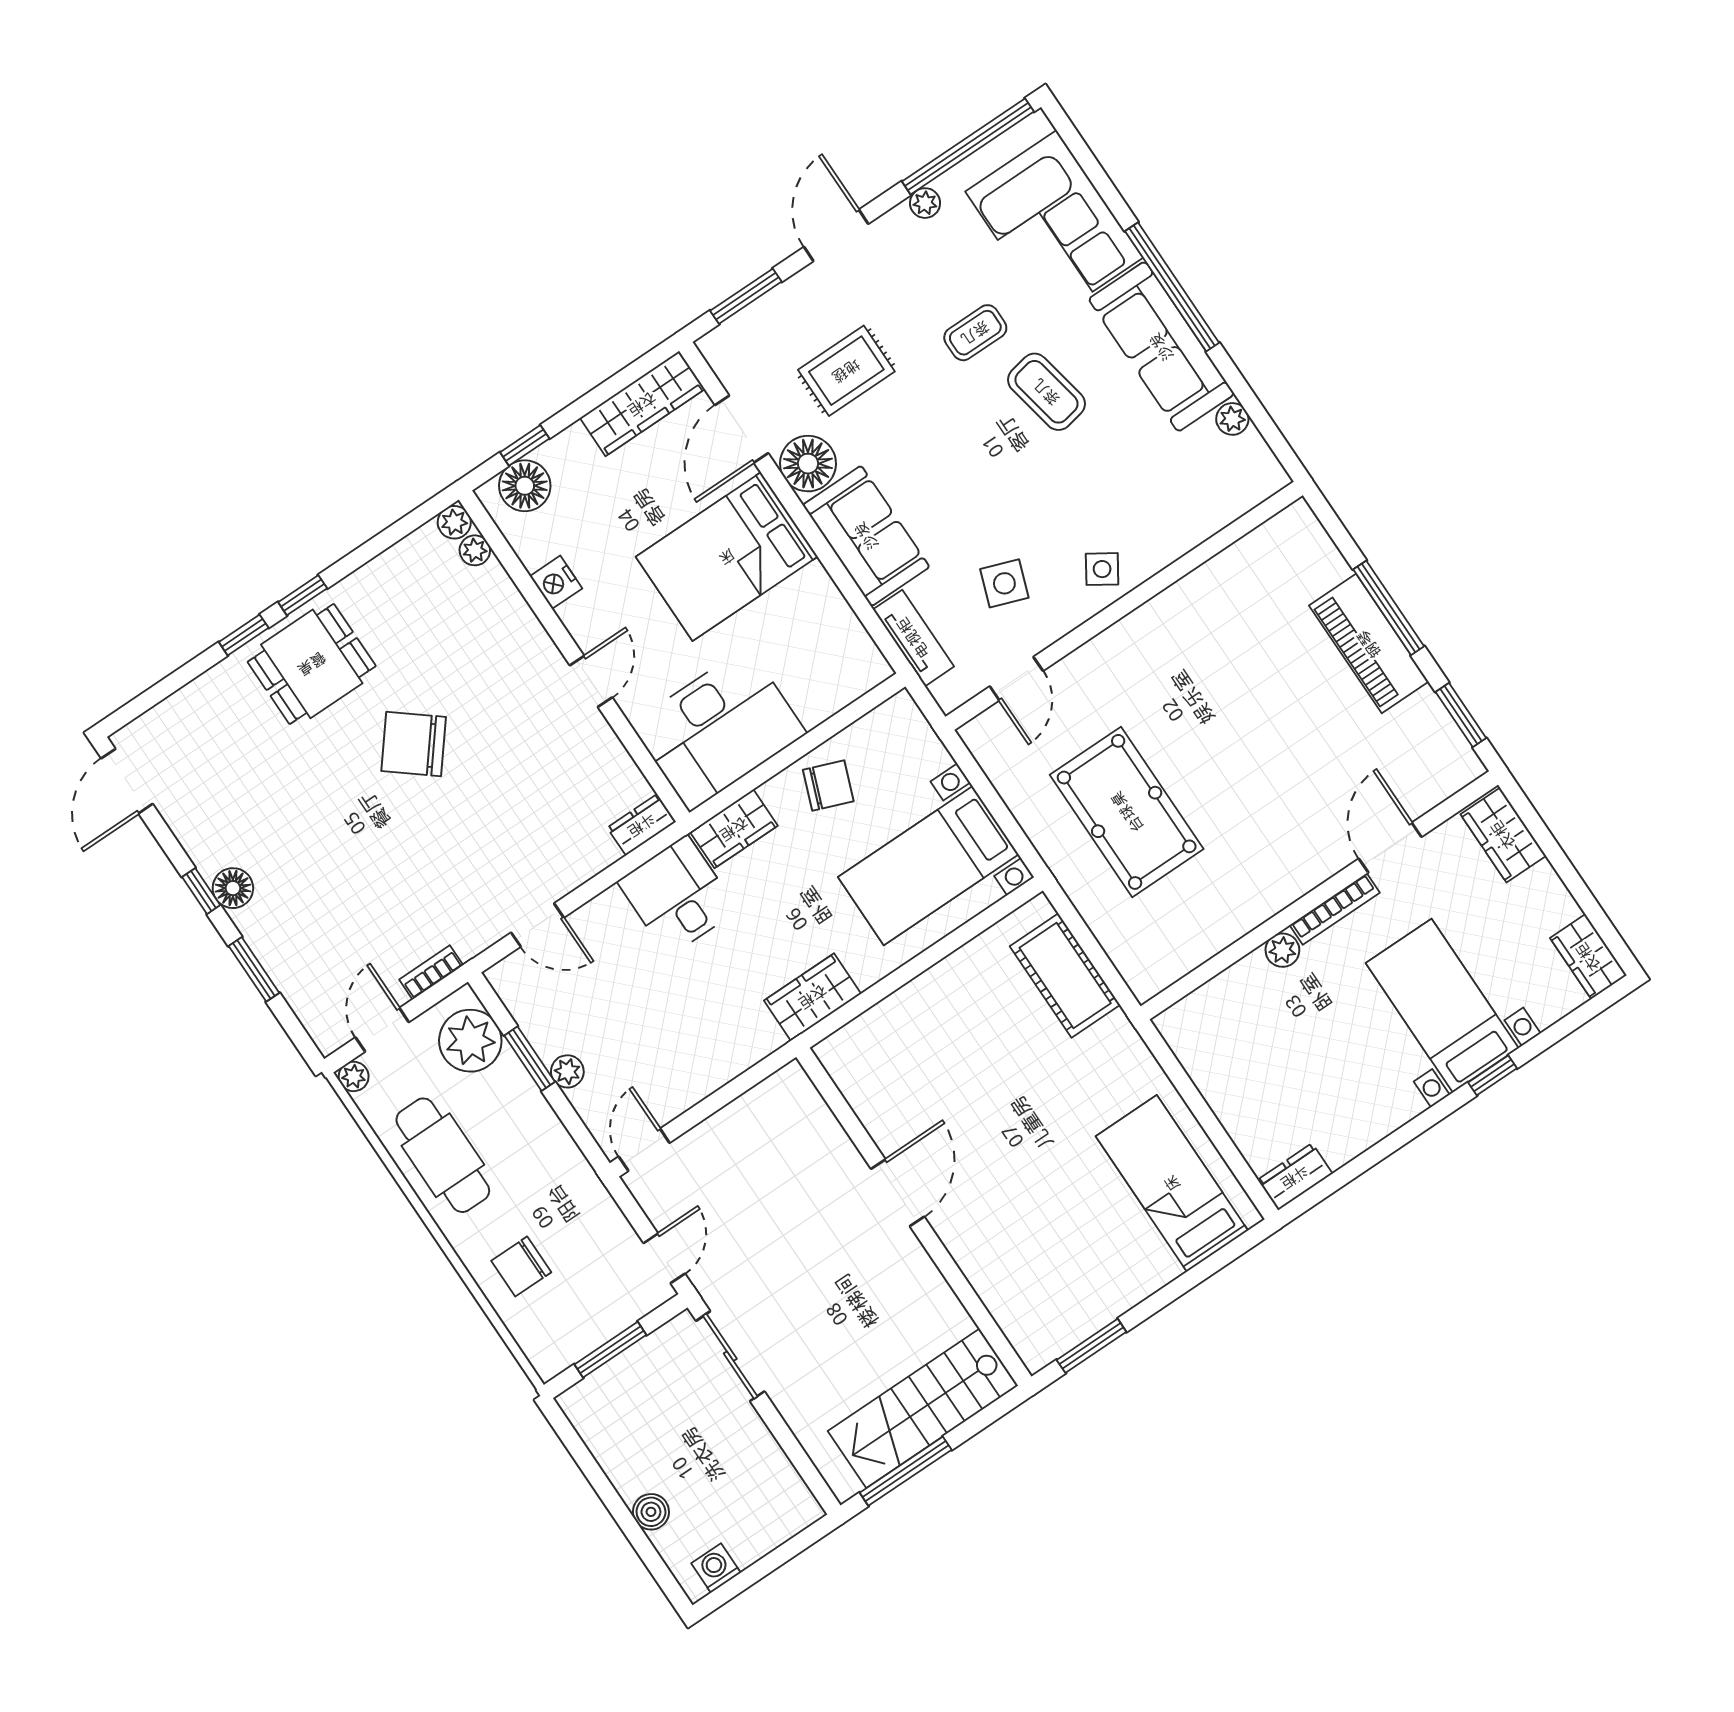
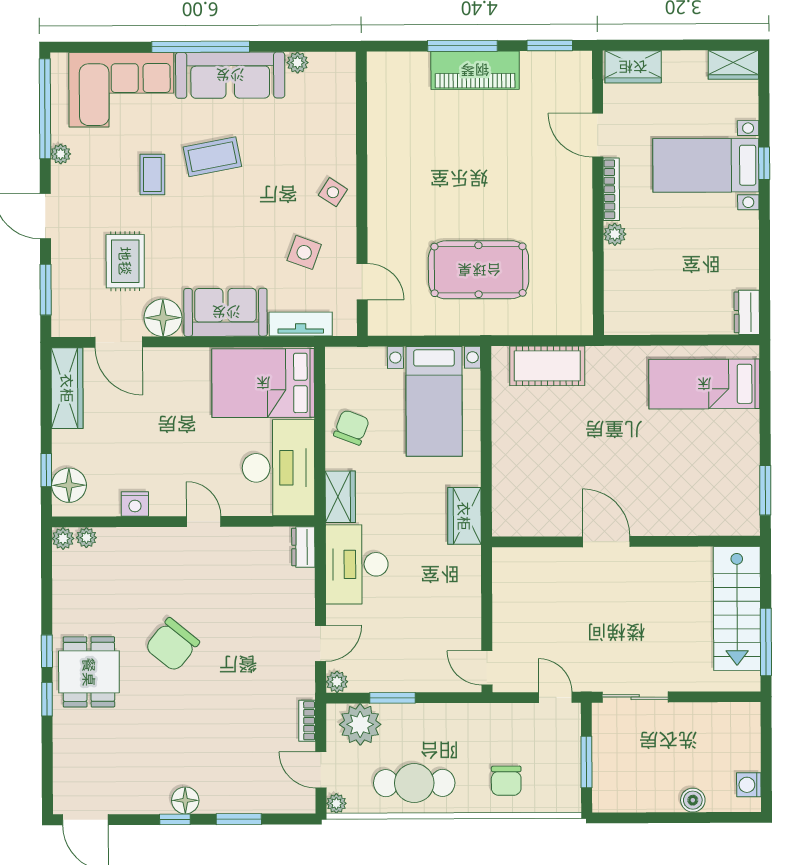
bed: (727, 557) -> (263, 383), moved, turned 90
desk: (678, 896) -> (357, 564), width x1.37
plant: (567, 1071) -> (337, 682), moved

